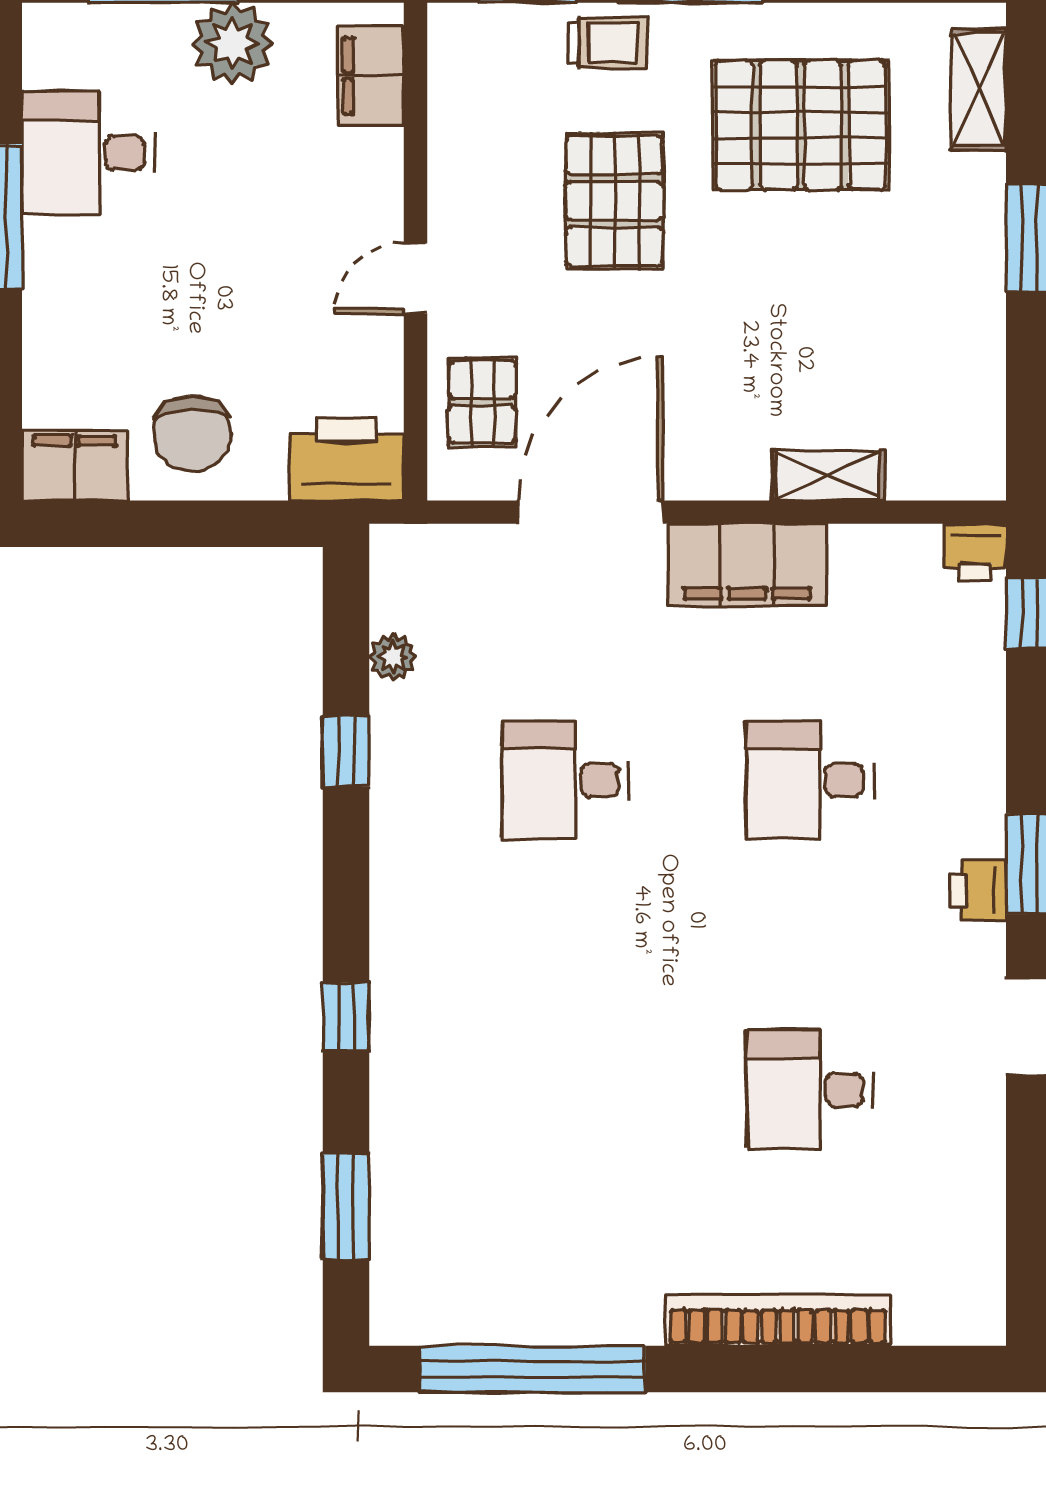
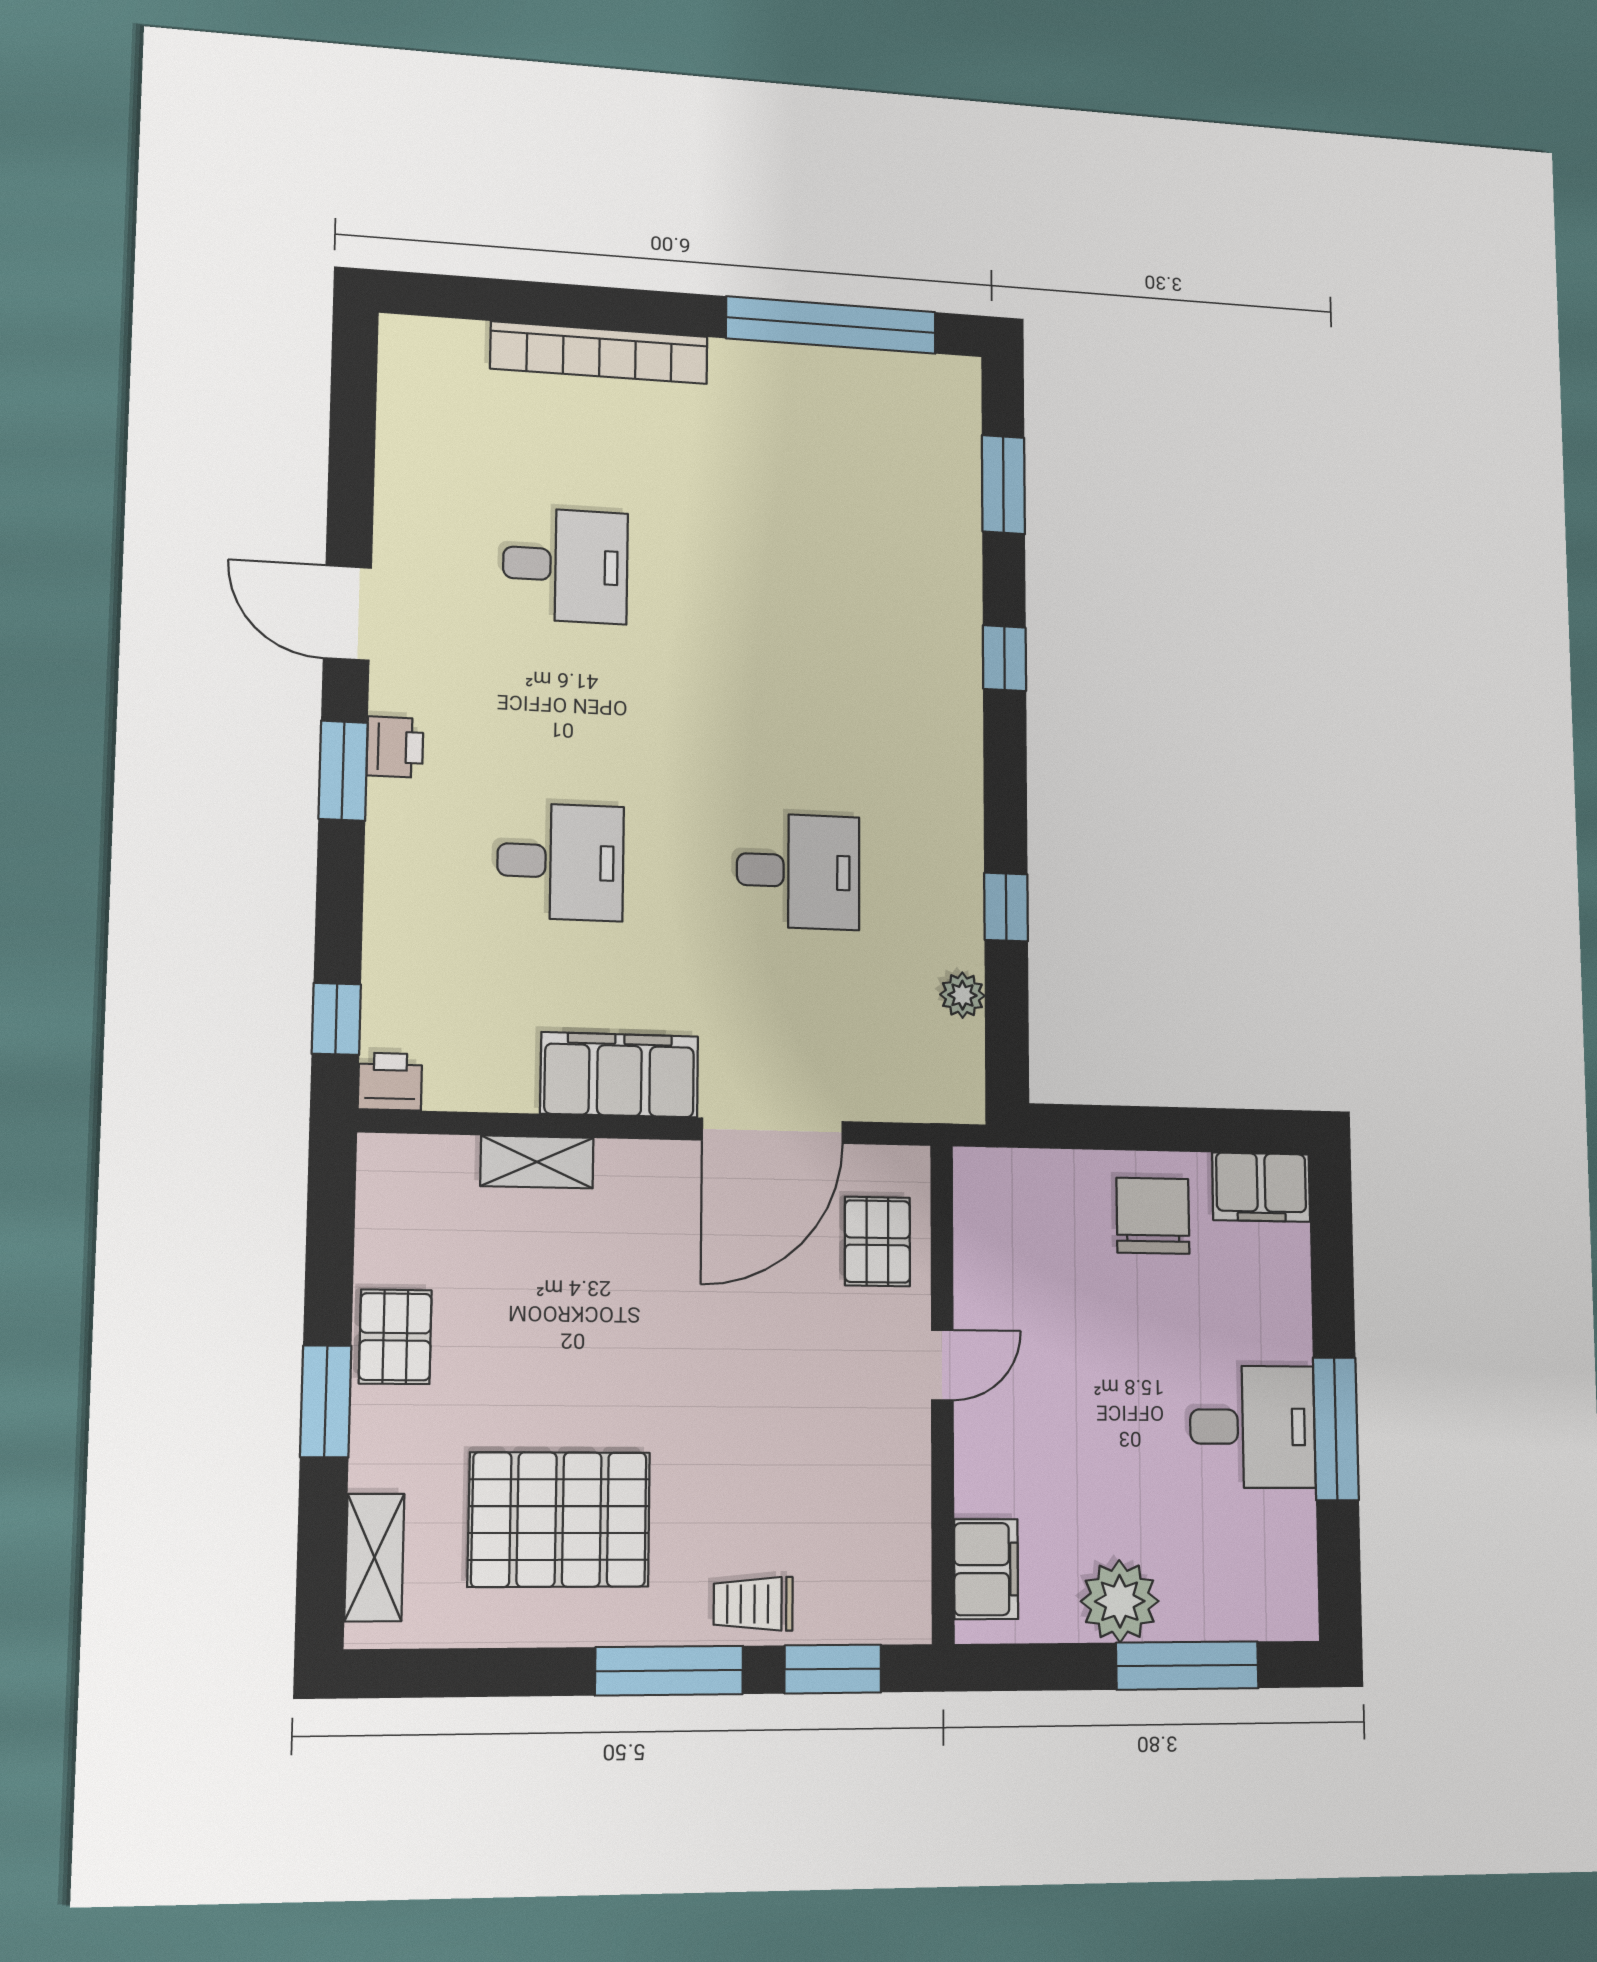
desk: (89, 153) -> (1253, 1427), moved
pallet: (614, 201) -> (395, 1337), moved, width x0.67, depth x0.71
printer: (346, 459) -> (1008, 1188), removed

